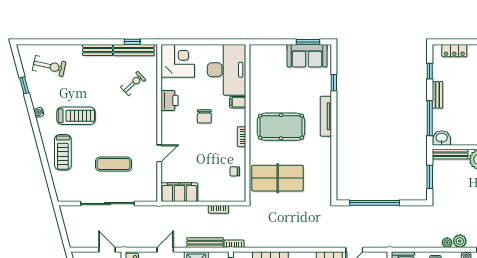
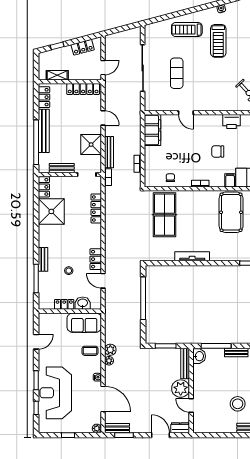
tv unit: (326, 116) -> (192, 256), moved
pool table: (281, 127) -> (231, 212), moved
plant: (460, 241) -> (110, 350), moved

